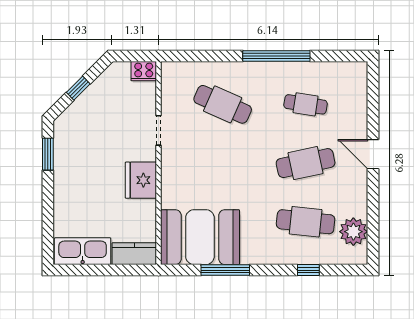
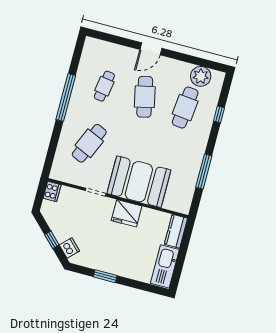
dishwasher: (73, 115) -> (69, 248), added
window: (48, 154) -> (105, 276), moved
booth: (200, 237) -> (139, 182), moved, turned 90

